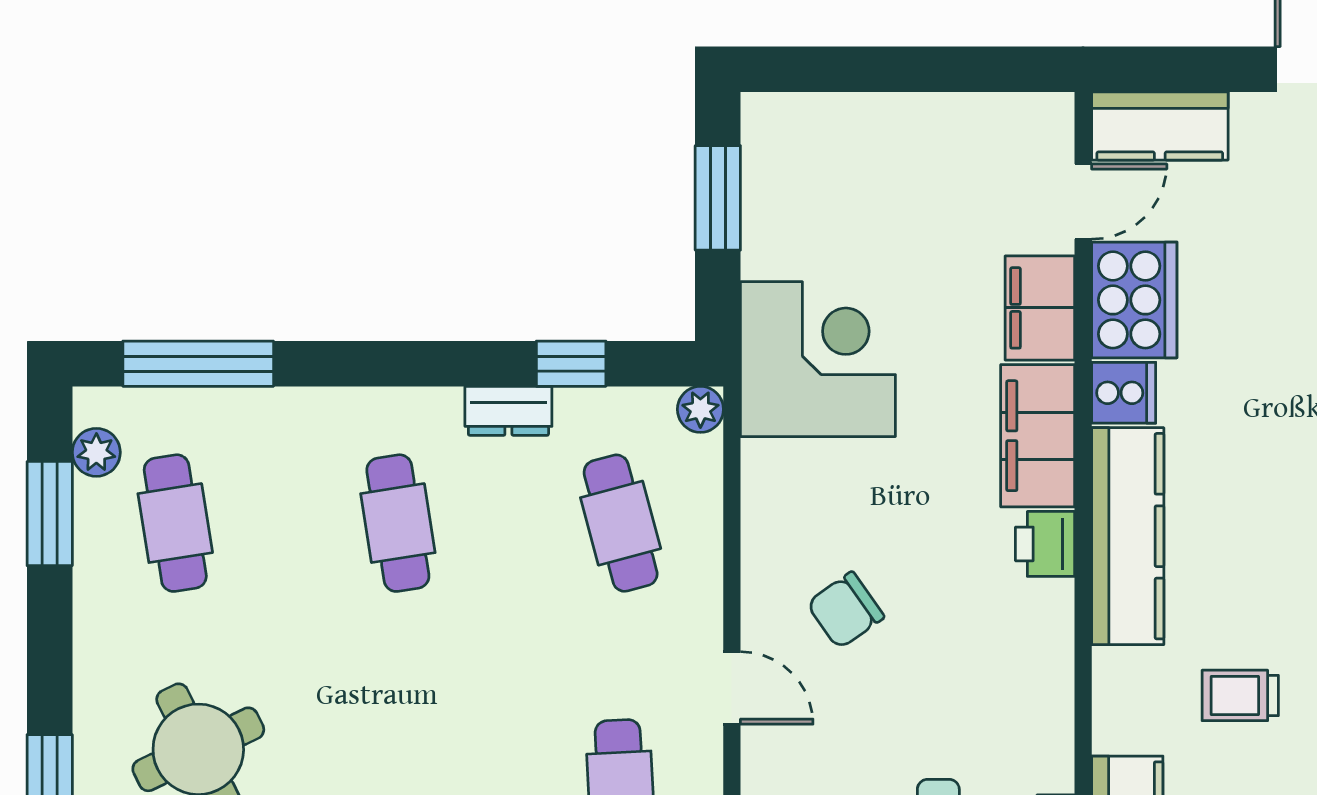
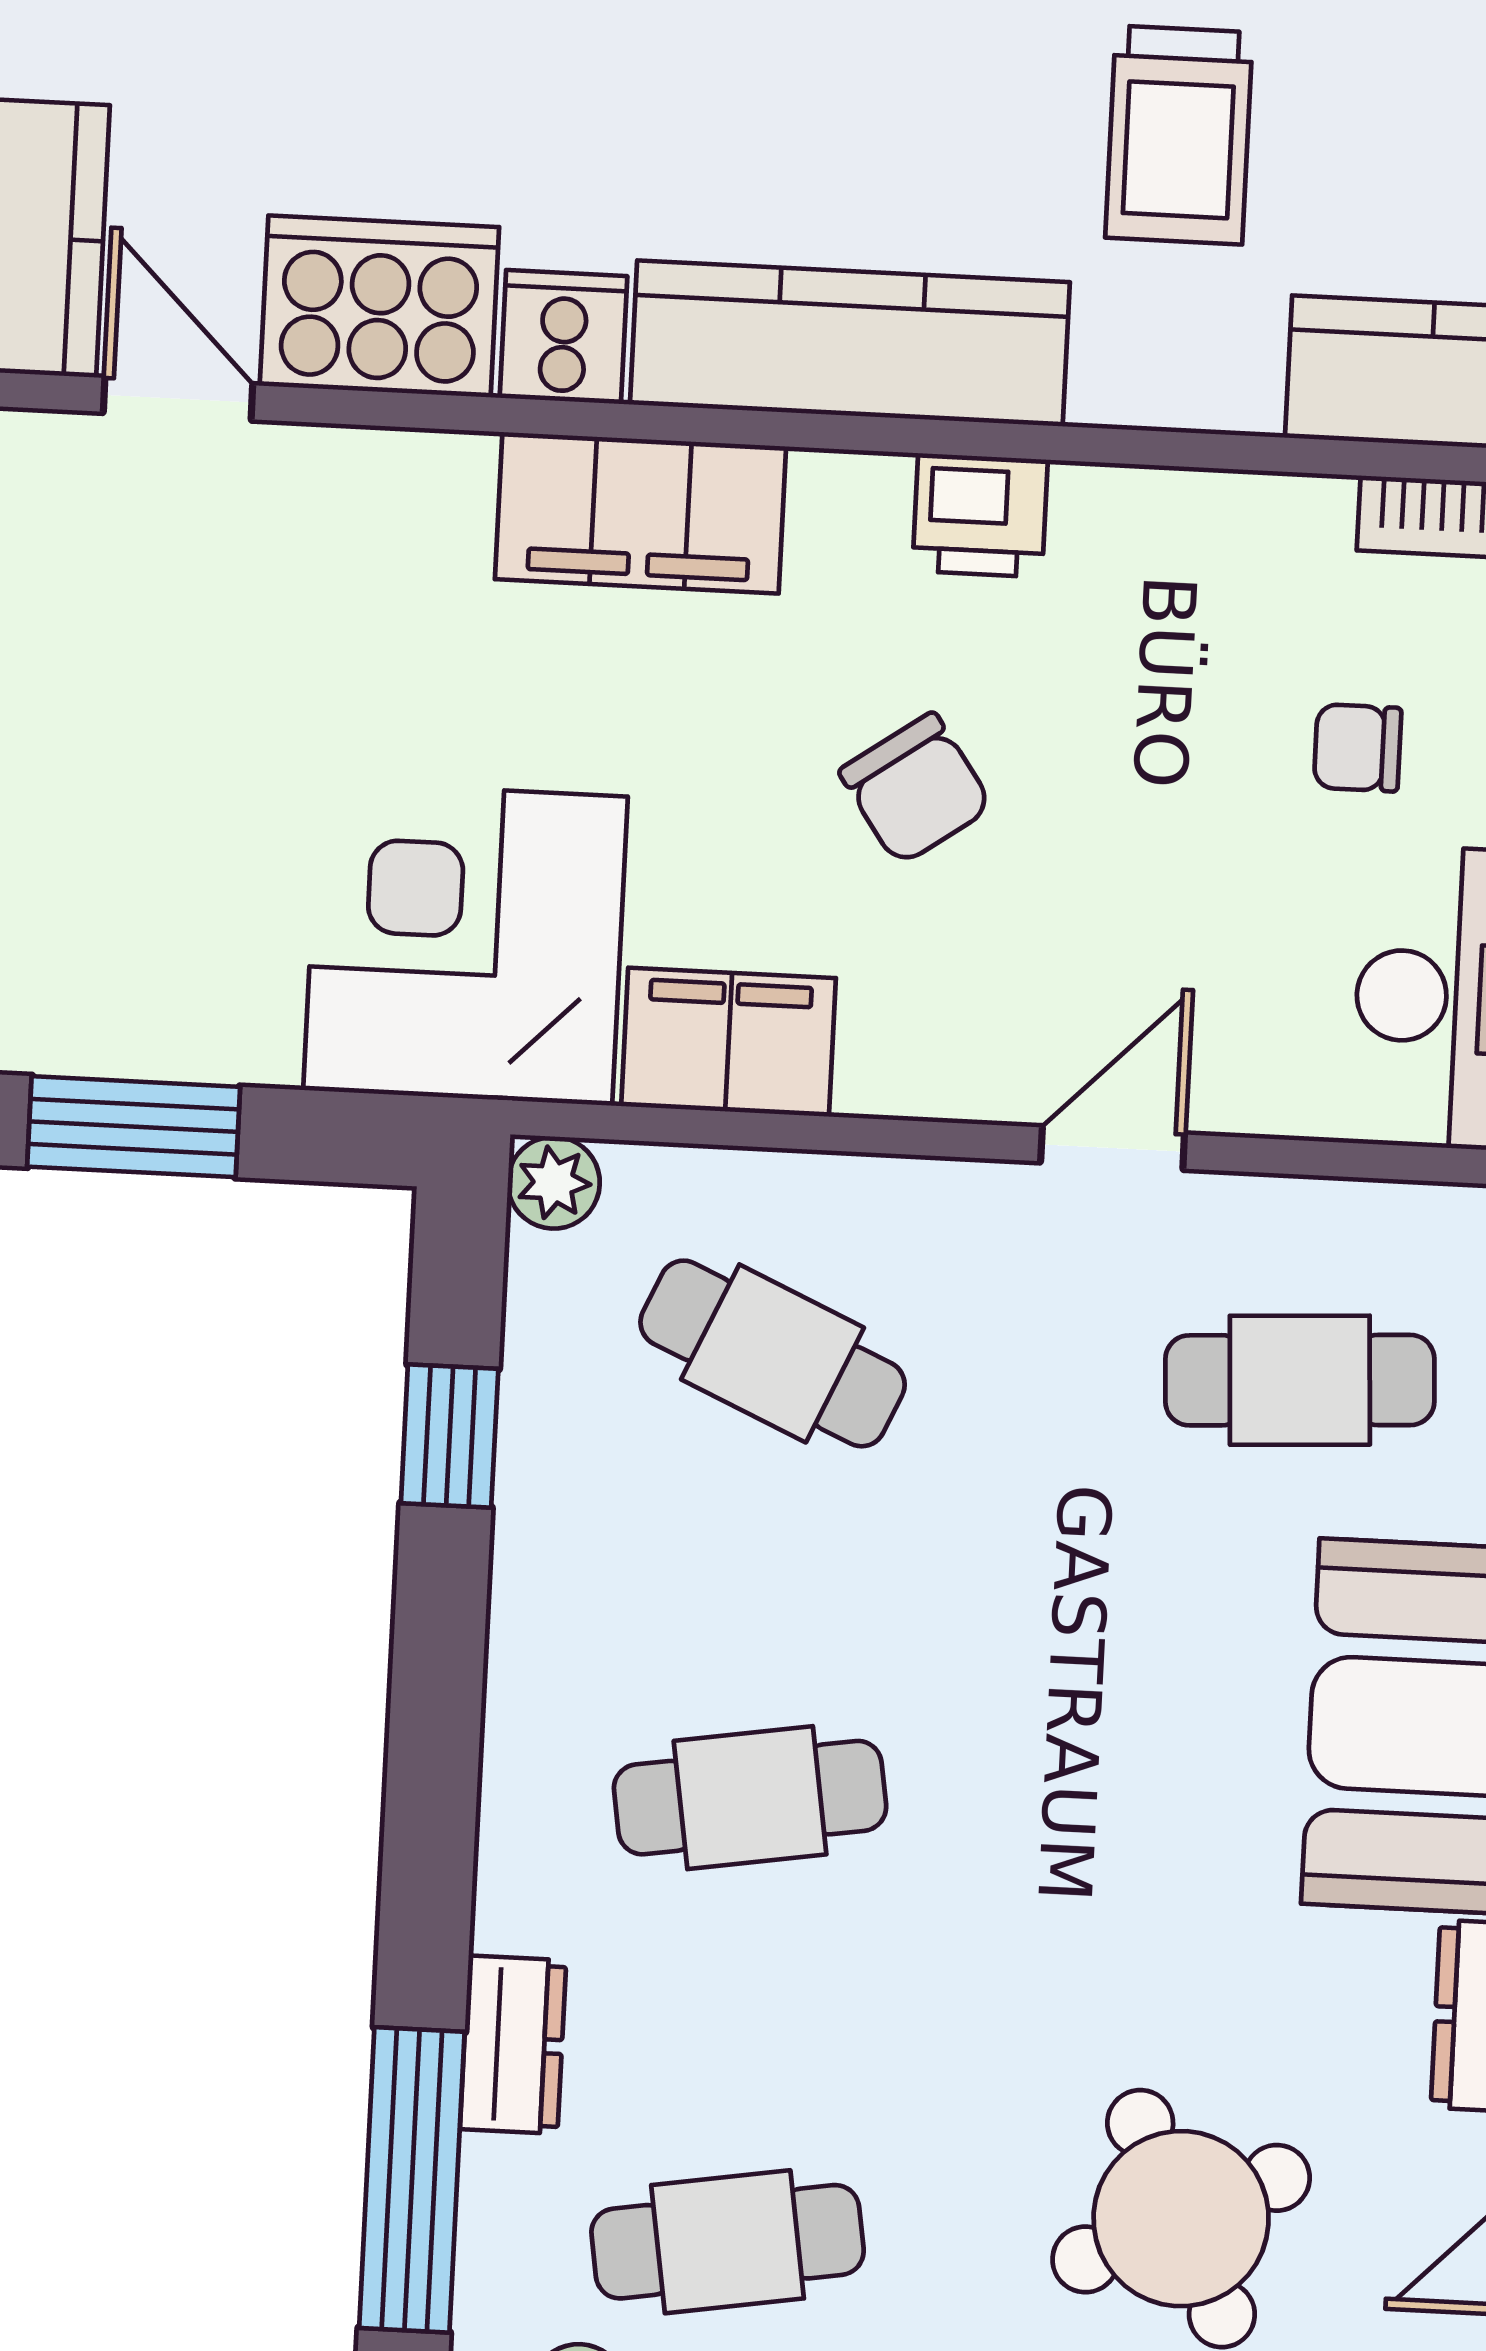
filing cabinet: (1040, 308) -> (729, 1042), moved, turned 180
dresser: (508, 411) -> (513, 2045), moved
cafe table: (621, 523) -> (773, 1353), turned 39
printer: (1045, 544) -> (980, 515), moved
chair: (845, 610) -> (916, 789), moved
trolley: (1240, 695) -> (1179, 135), width x1.36, depth x1.39

